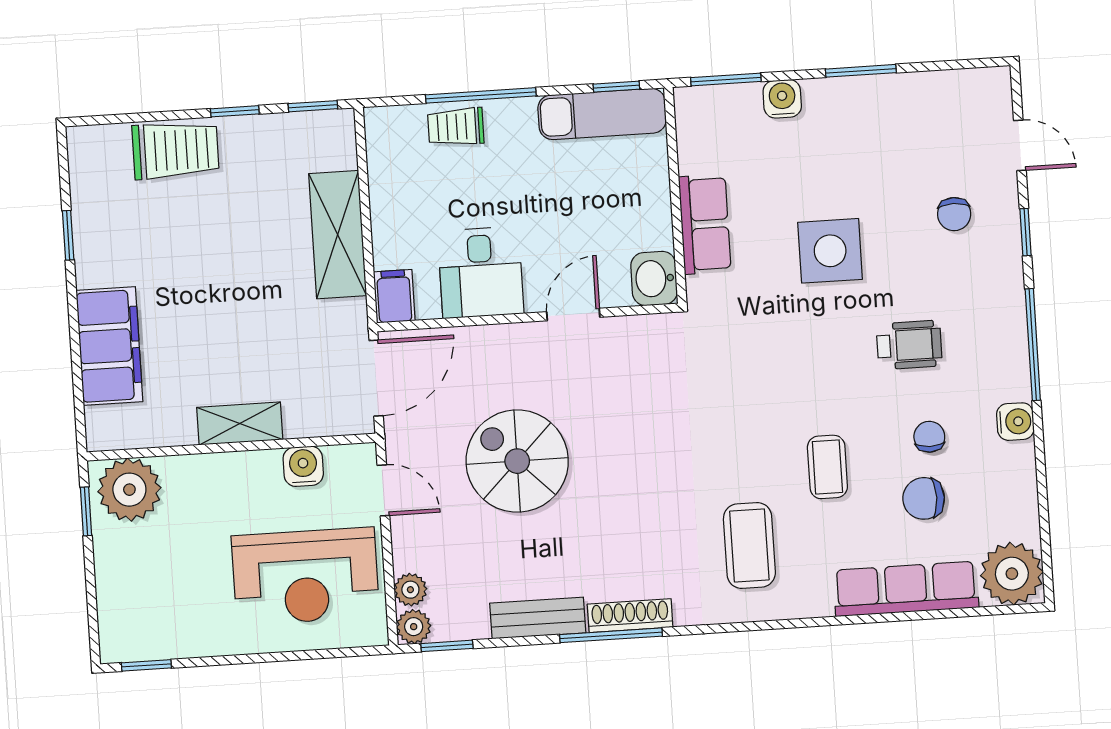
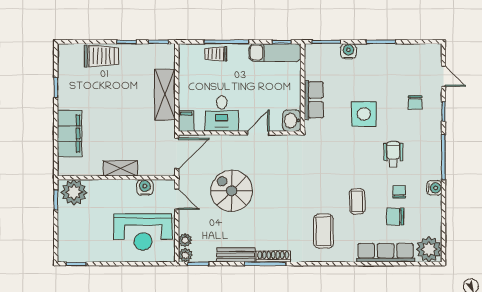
wheelchair: (909, 345) -> (393, 154), turned -90

